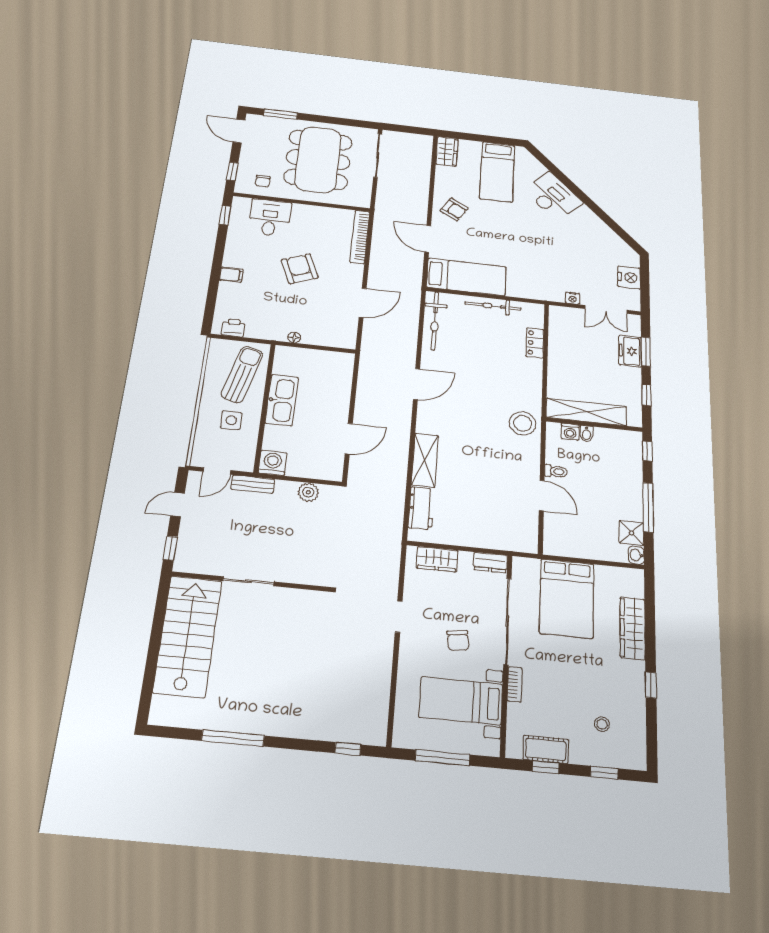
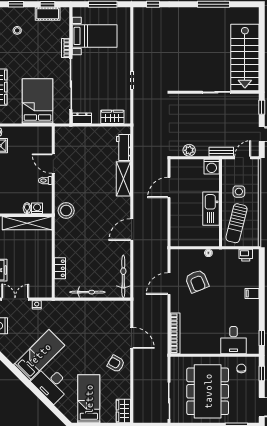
armchair: (300, 269) -> (197, 281), moved
bed: (466, 277) -> (39, 355), moved, turned 135
chair: (458, 640) -> (98, 70), removed

